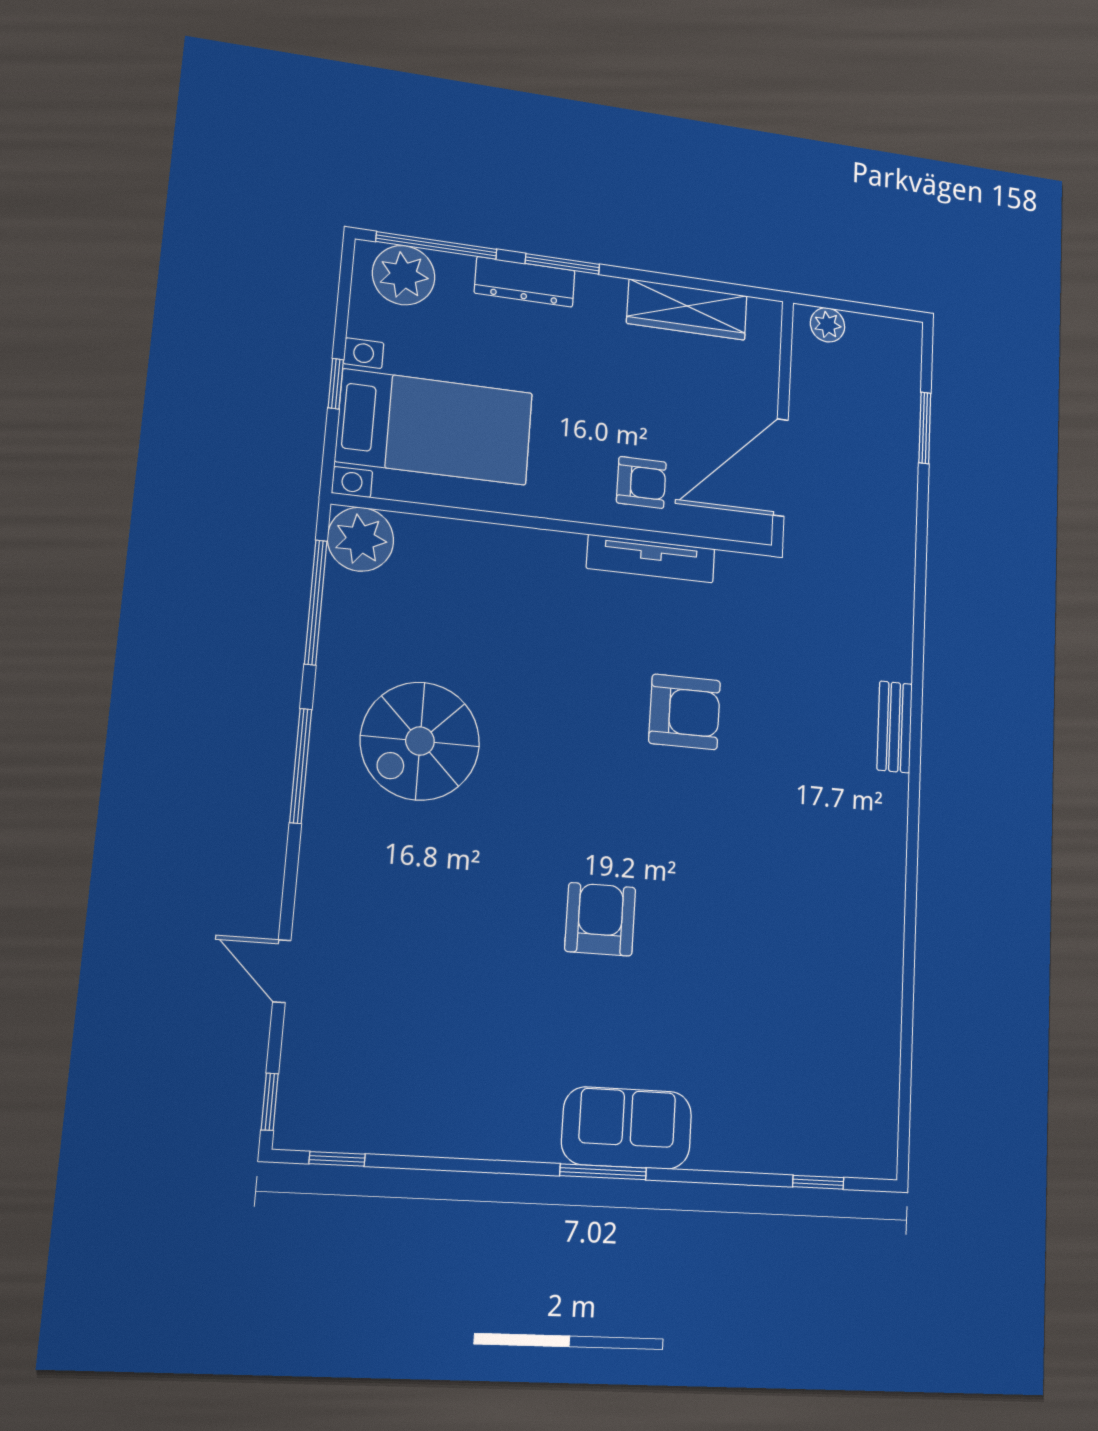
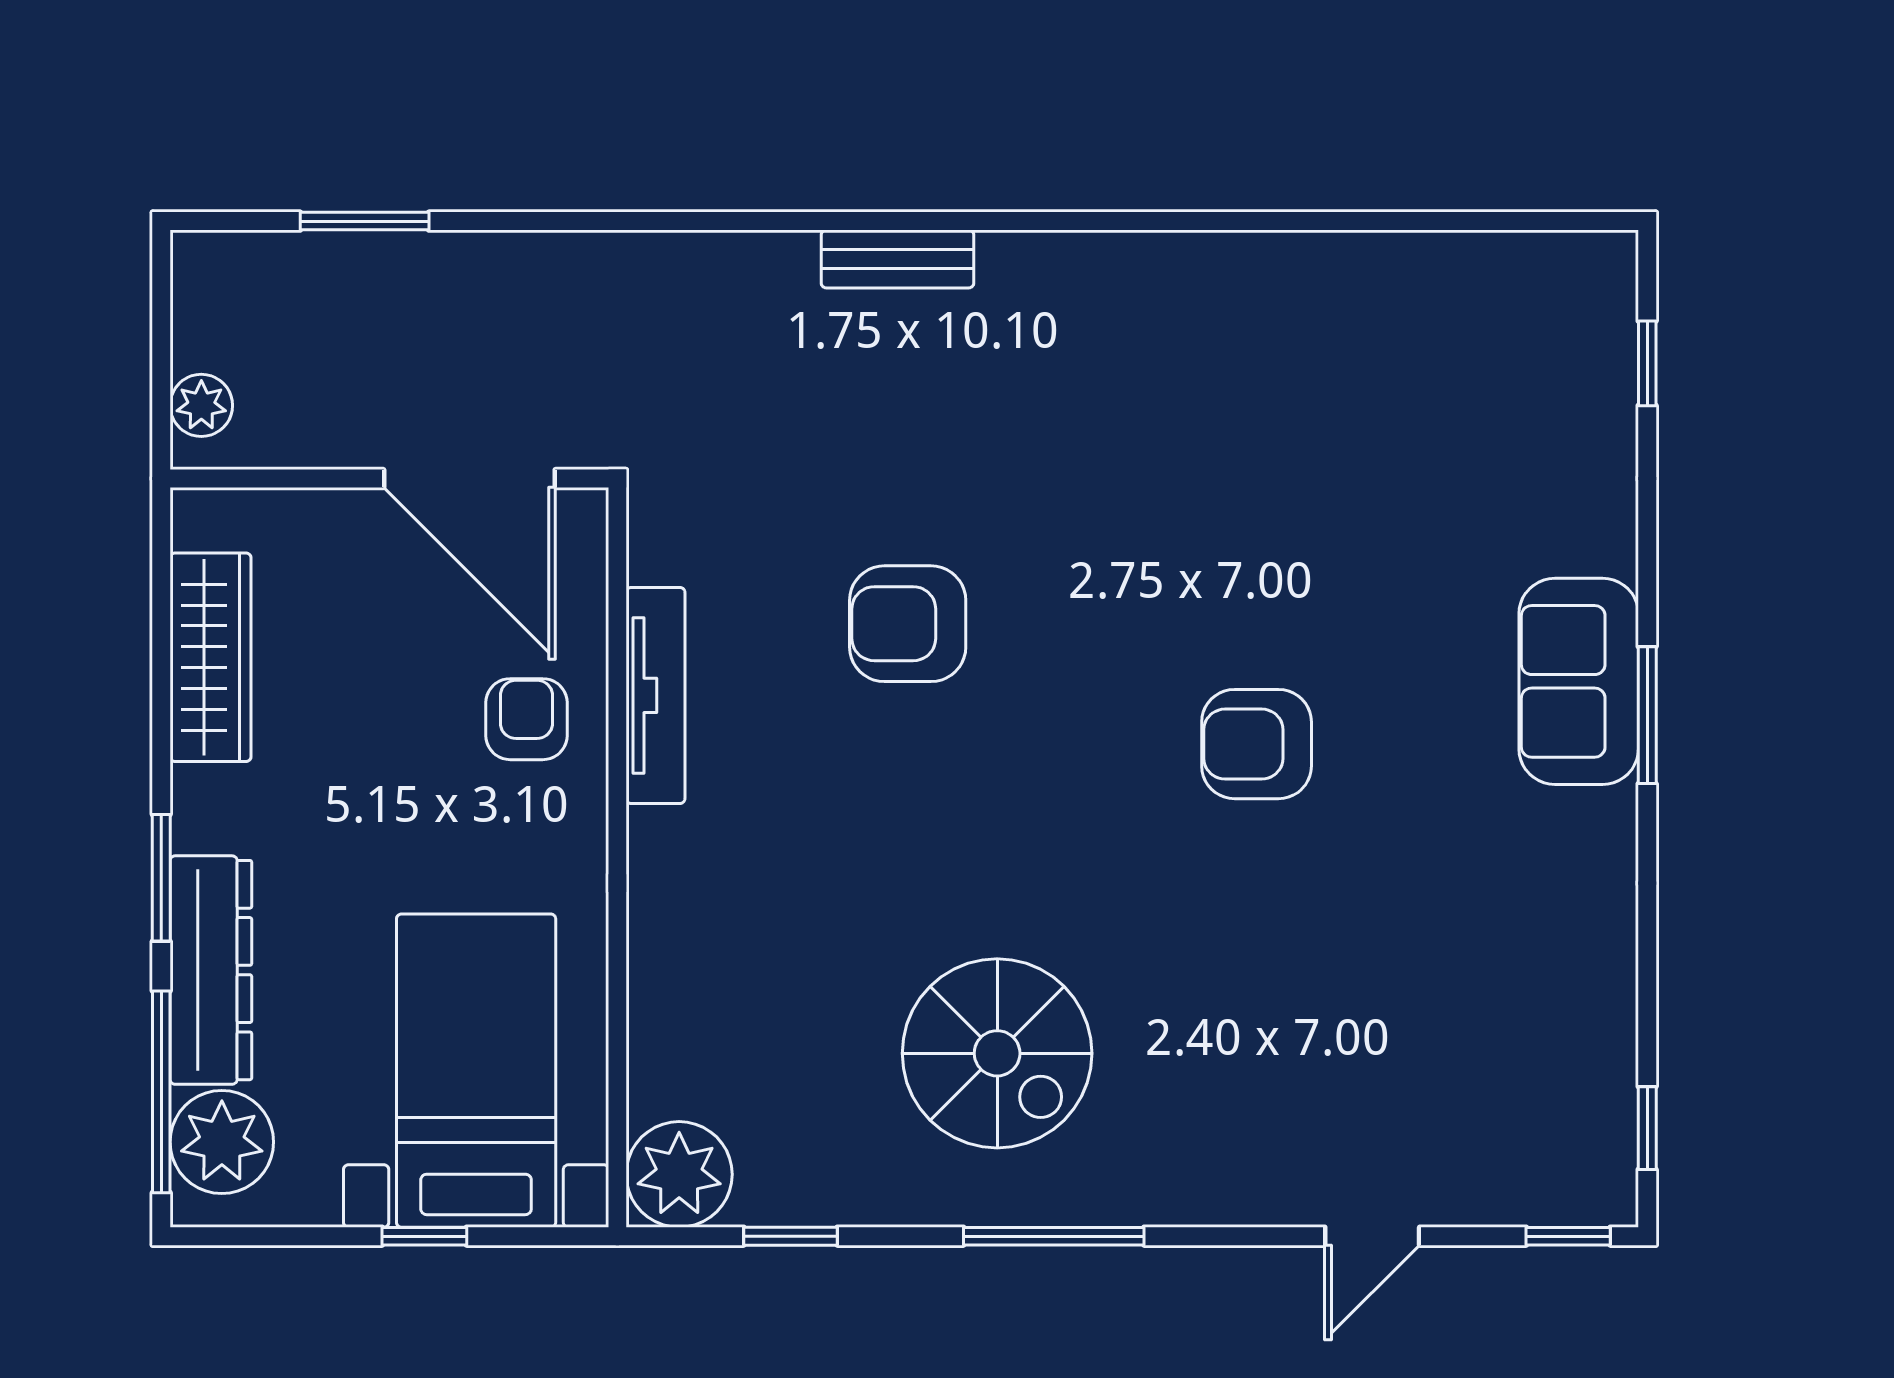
dresser: (525, 282) -> (211, 970), width x1.37, depth x1.24
window: (316, 602) -> (790, 1236), width x0.46
armchair: (685, 712) -> (908, 624), turned -90

